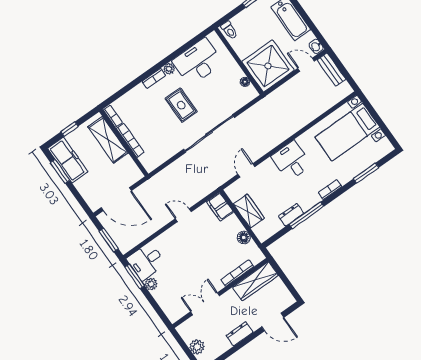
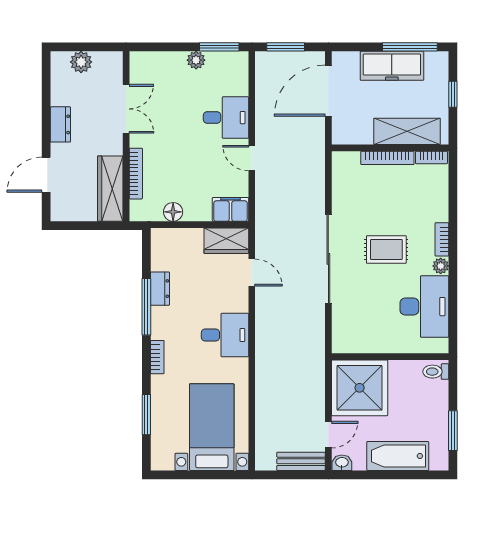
floor lamp: (245, 82) -> (360, 346), removed
freezer: (68, 160) -> (392, 66), moved
window: (60, 171) -> (410, 47), width x1.44
wardrobe: (249, 211) -> (226, 241), moved
door: (183, 215) -> (252, 158), swing flipped
desk: (146, 261) -> (226, 118), moved, turned 90

